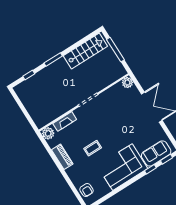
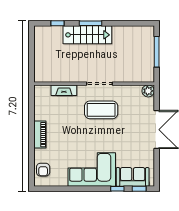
stairs: (85, 51) -> (87, 35), moved
plant: (48, 133) -> (41, 92), removed
coffee table: (93, 148) -> (101, 110), moved, width x1.86, depth x1.72
piano: (62, 157) -> (40, 135), moved

